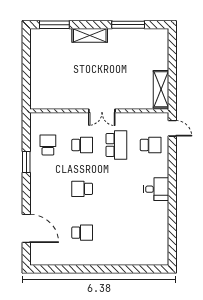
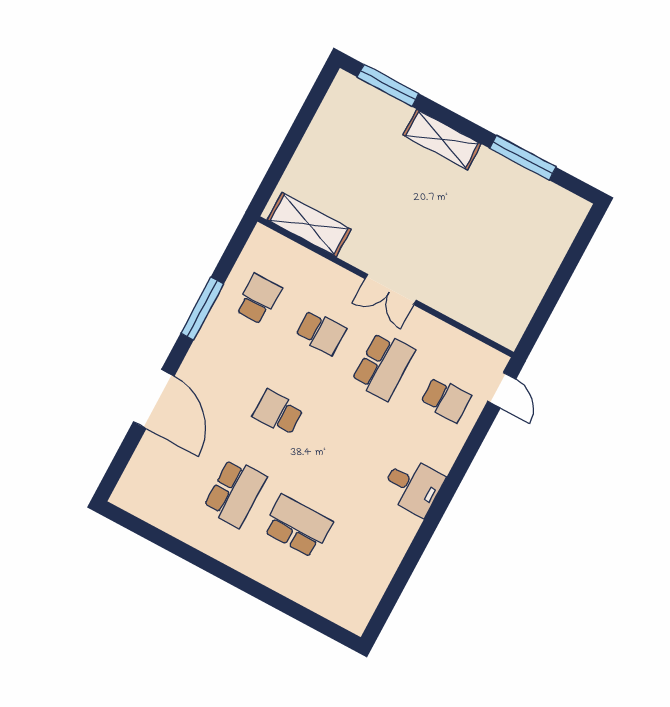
shelving: (161, 89) -> (309, 225), moved, turned 90
window: (26, 162) -> (202, 309), width x1.44
door: (26, 228) -> (154, 399), moved
school desk: (82, 233) -> (235, 493), width x1.85
school desk: (116, 233) -> (297, 526), added

